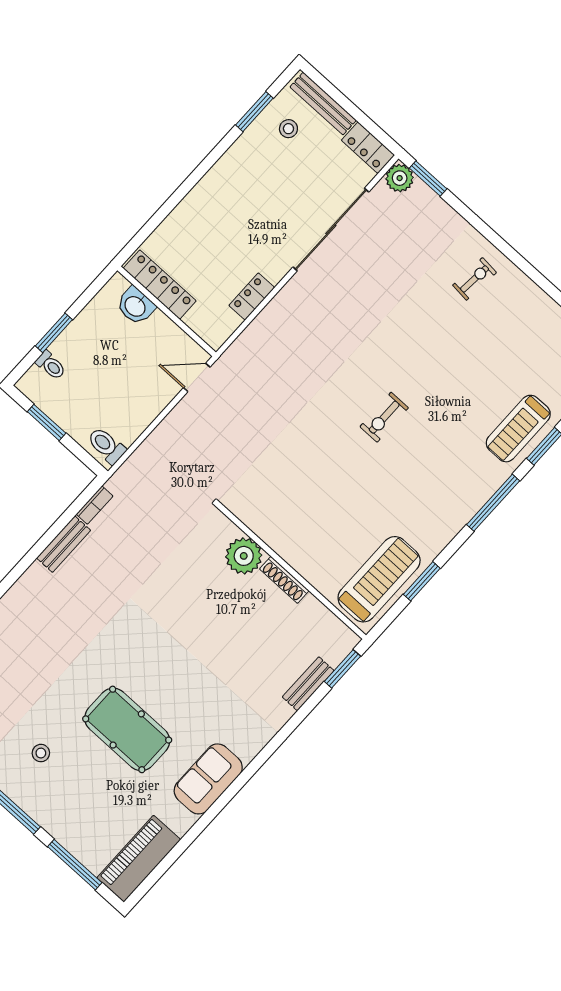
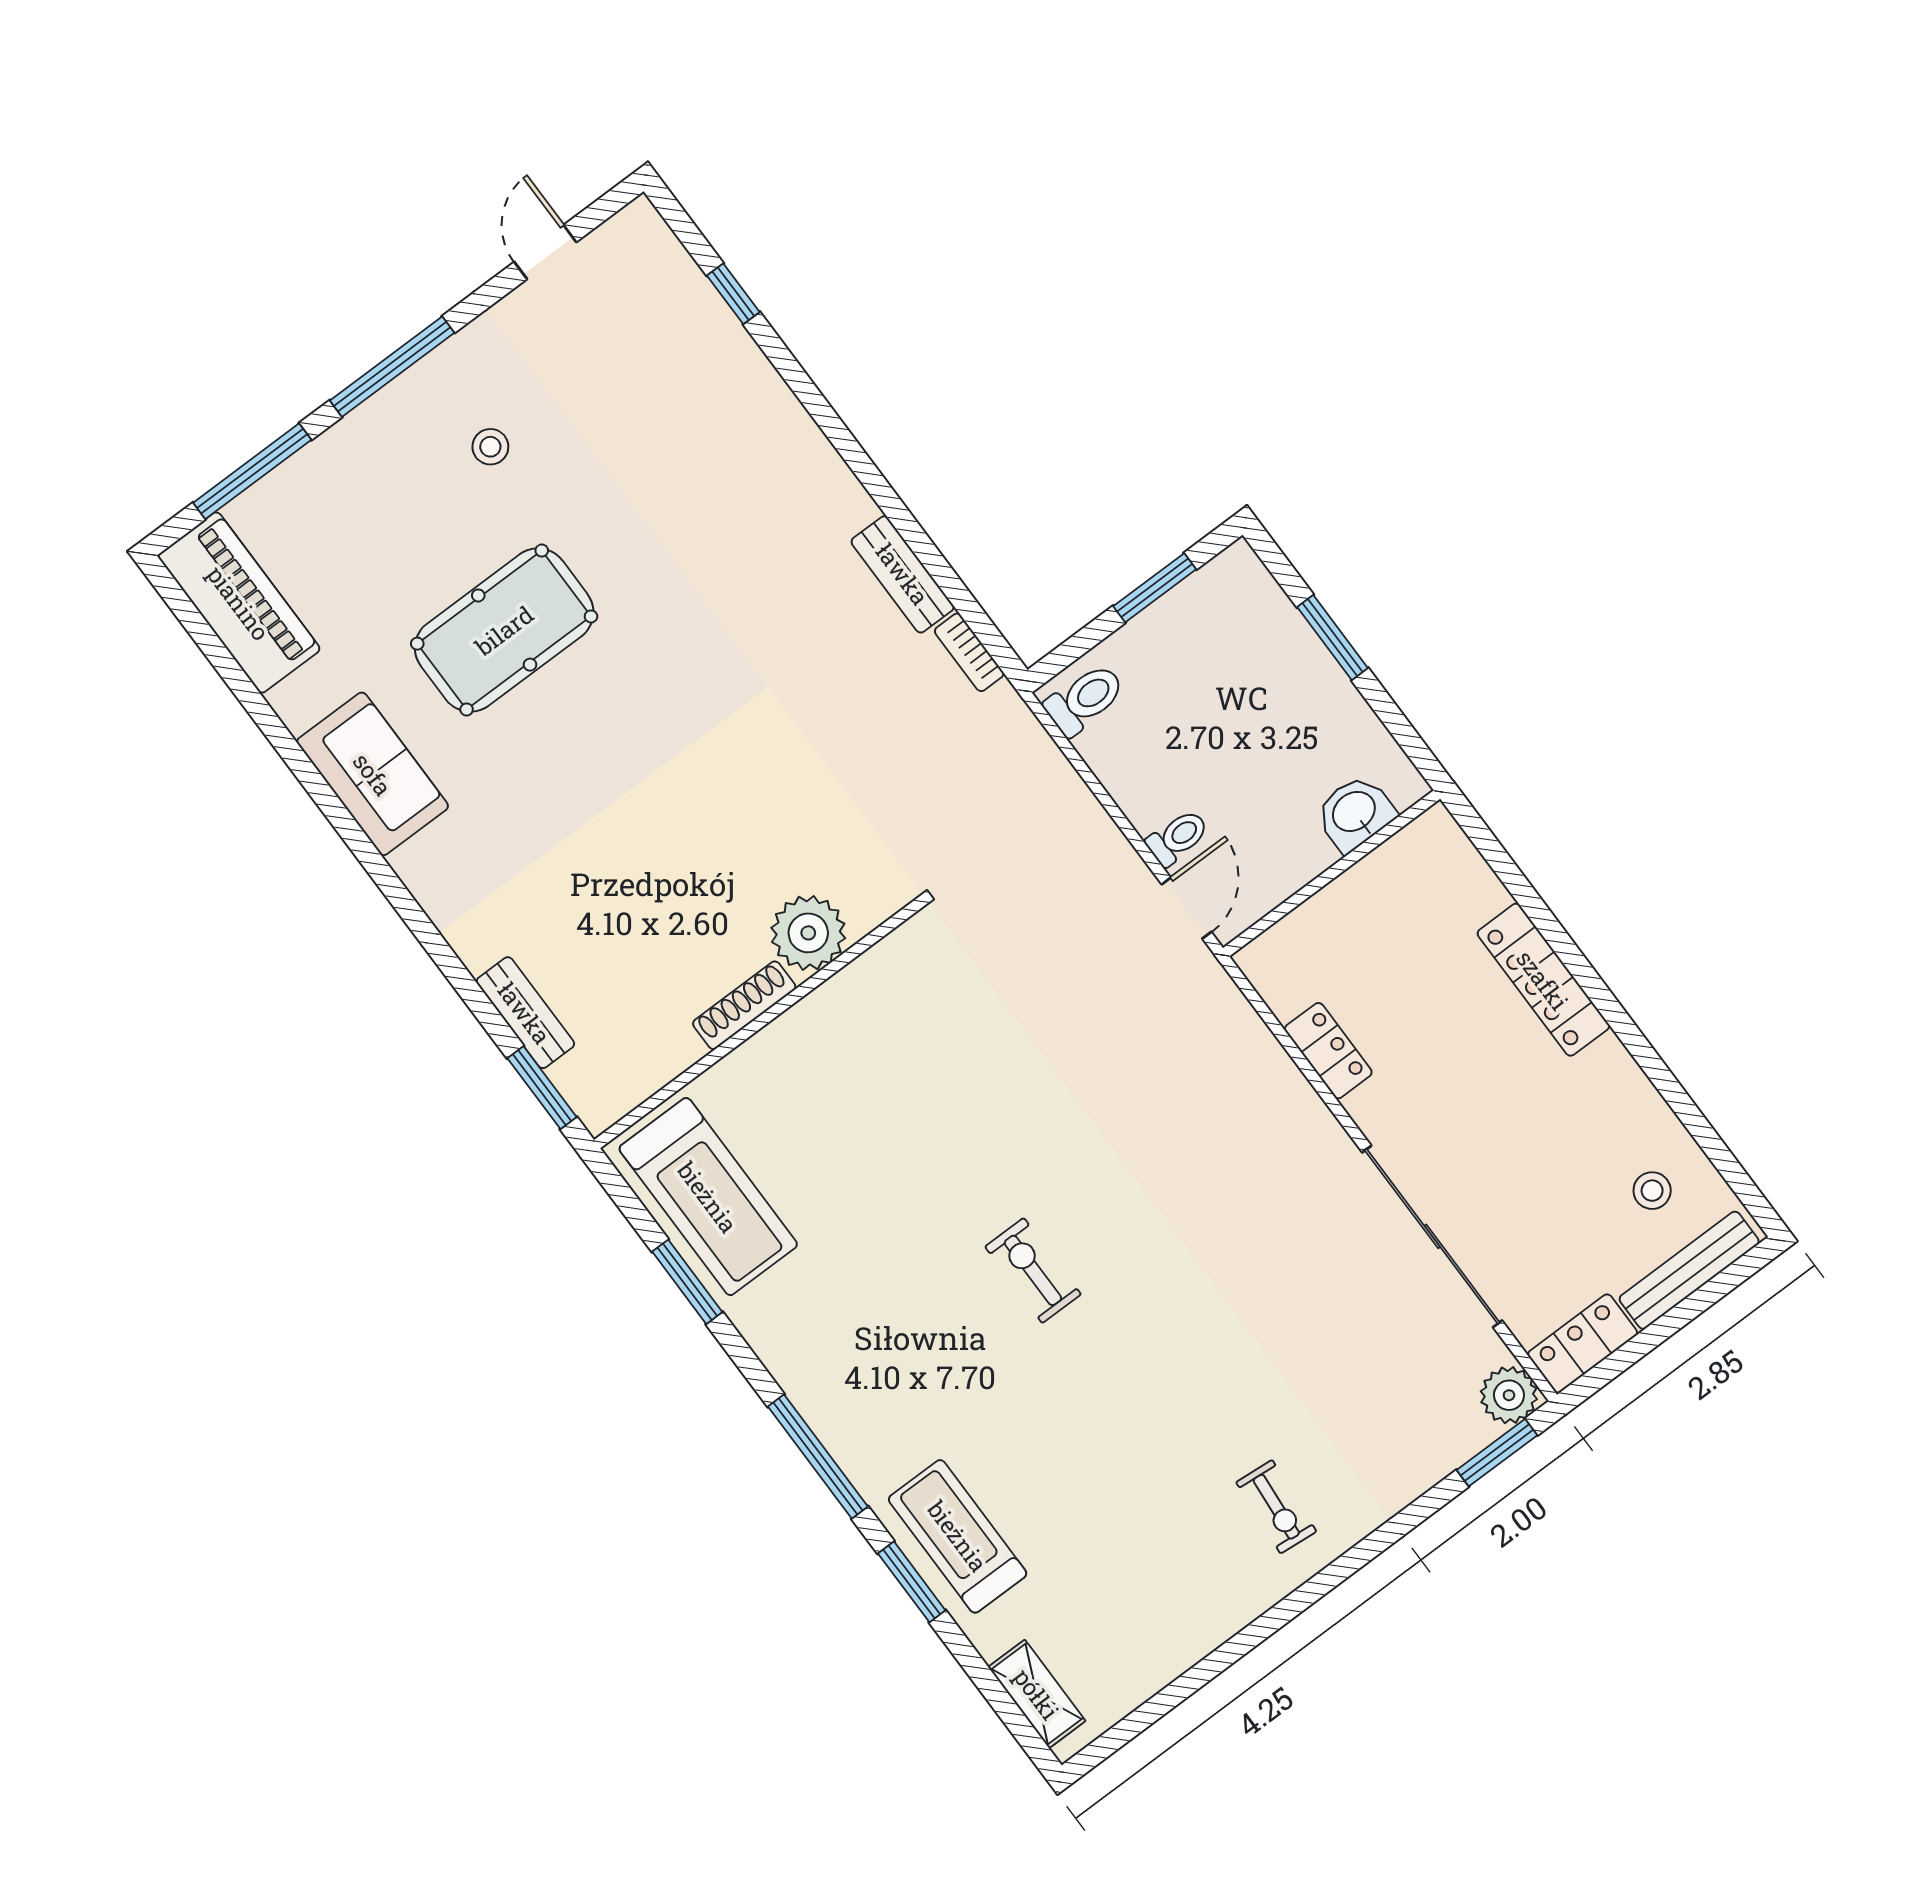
window: (254, 112) -> (1700, 1129), removed
locker: (160, 285) -> (1543, 980), moved, turned 90
toilet: (51, 365) -> (1177, 838), moved, turned 180

